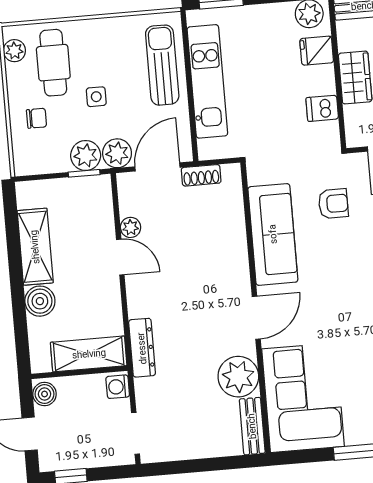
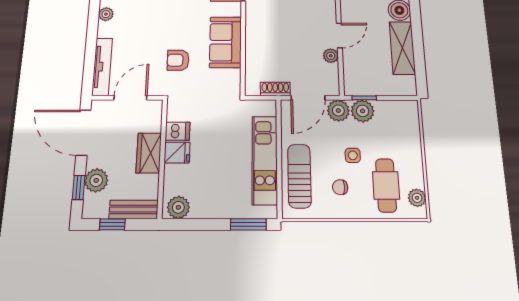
fridge: (317, 51) -> (177, 153), moved
sun lounger: (162, 65) -> (299, 176), turned 180
chair: (37, 118) -> (340, 187), moved
sofa: (273, 234) -> (226, 42), width x0.73
door: (120, 257) -> (339, 36), swing flipped

